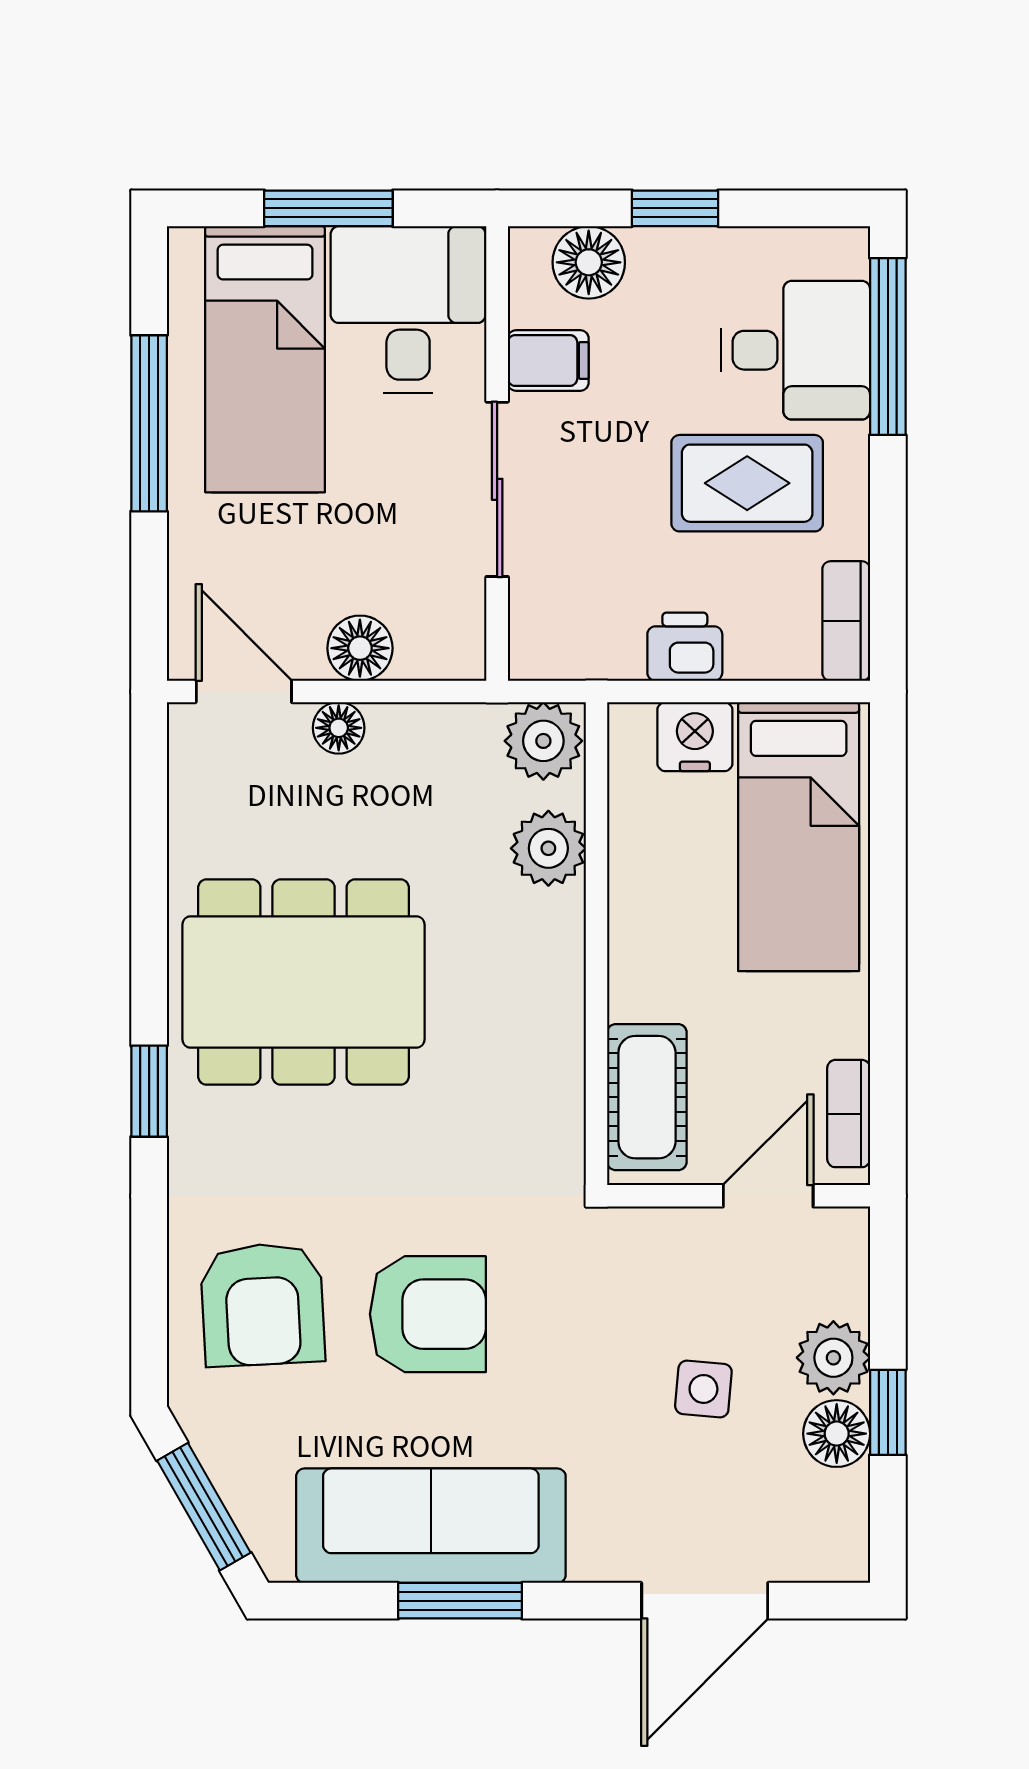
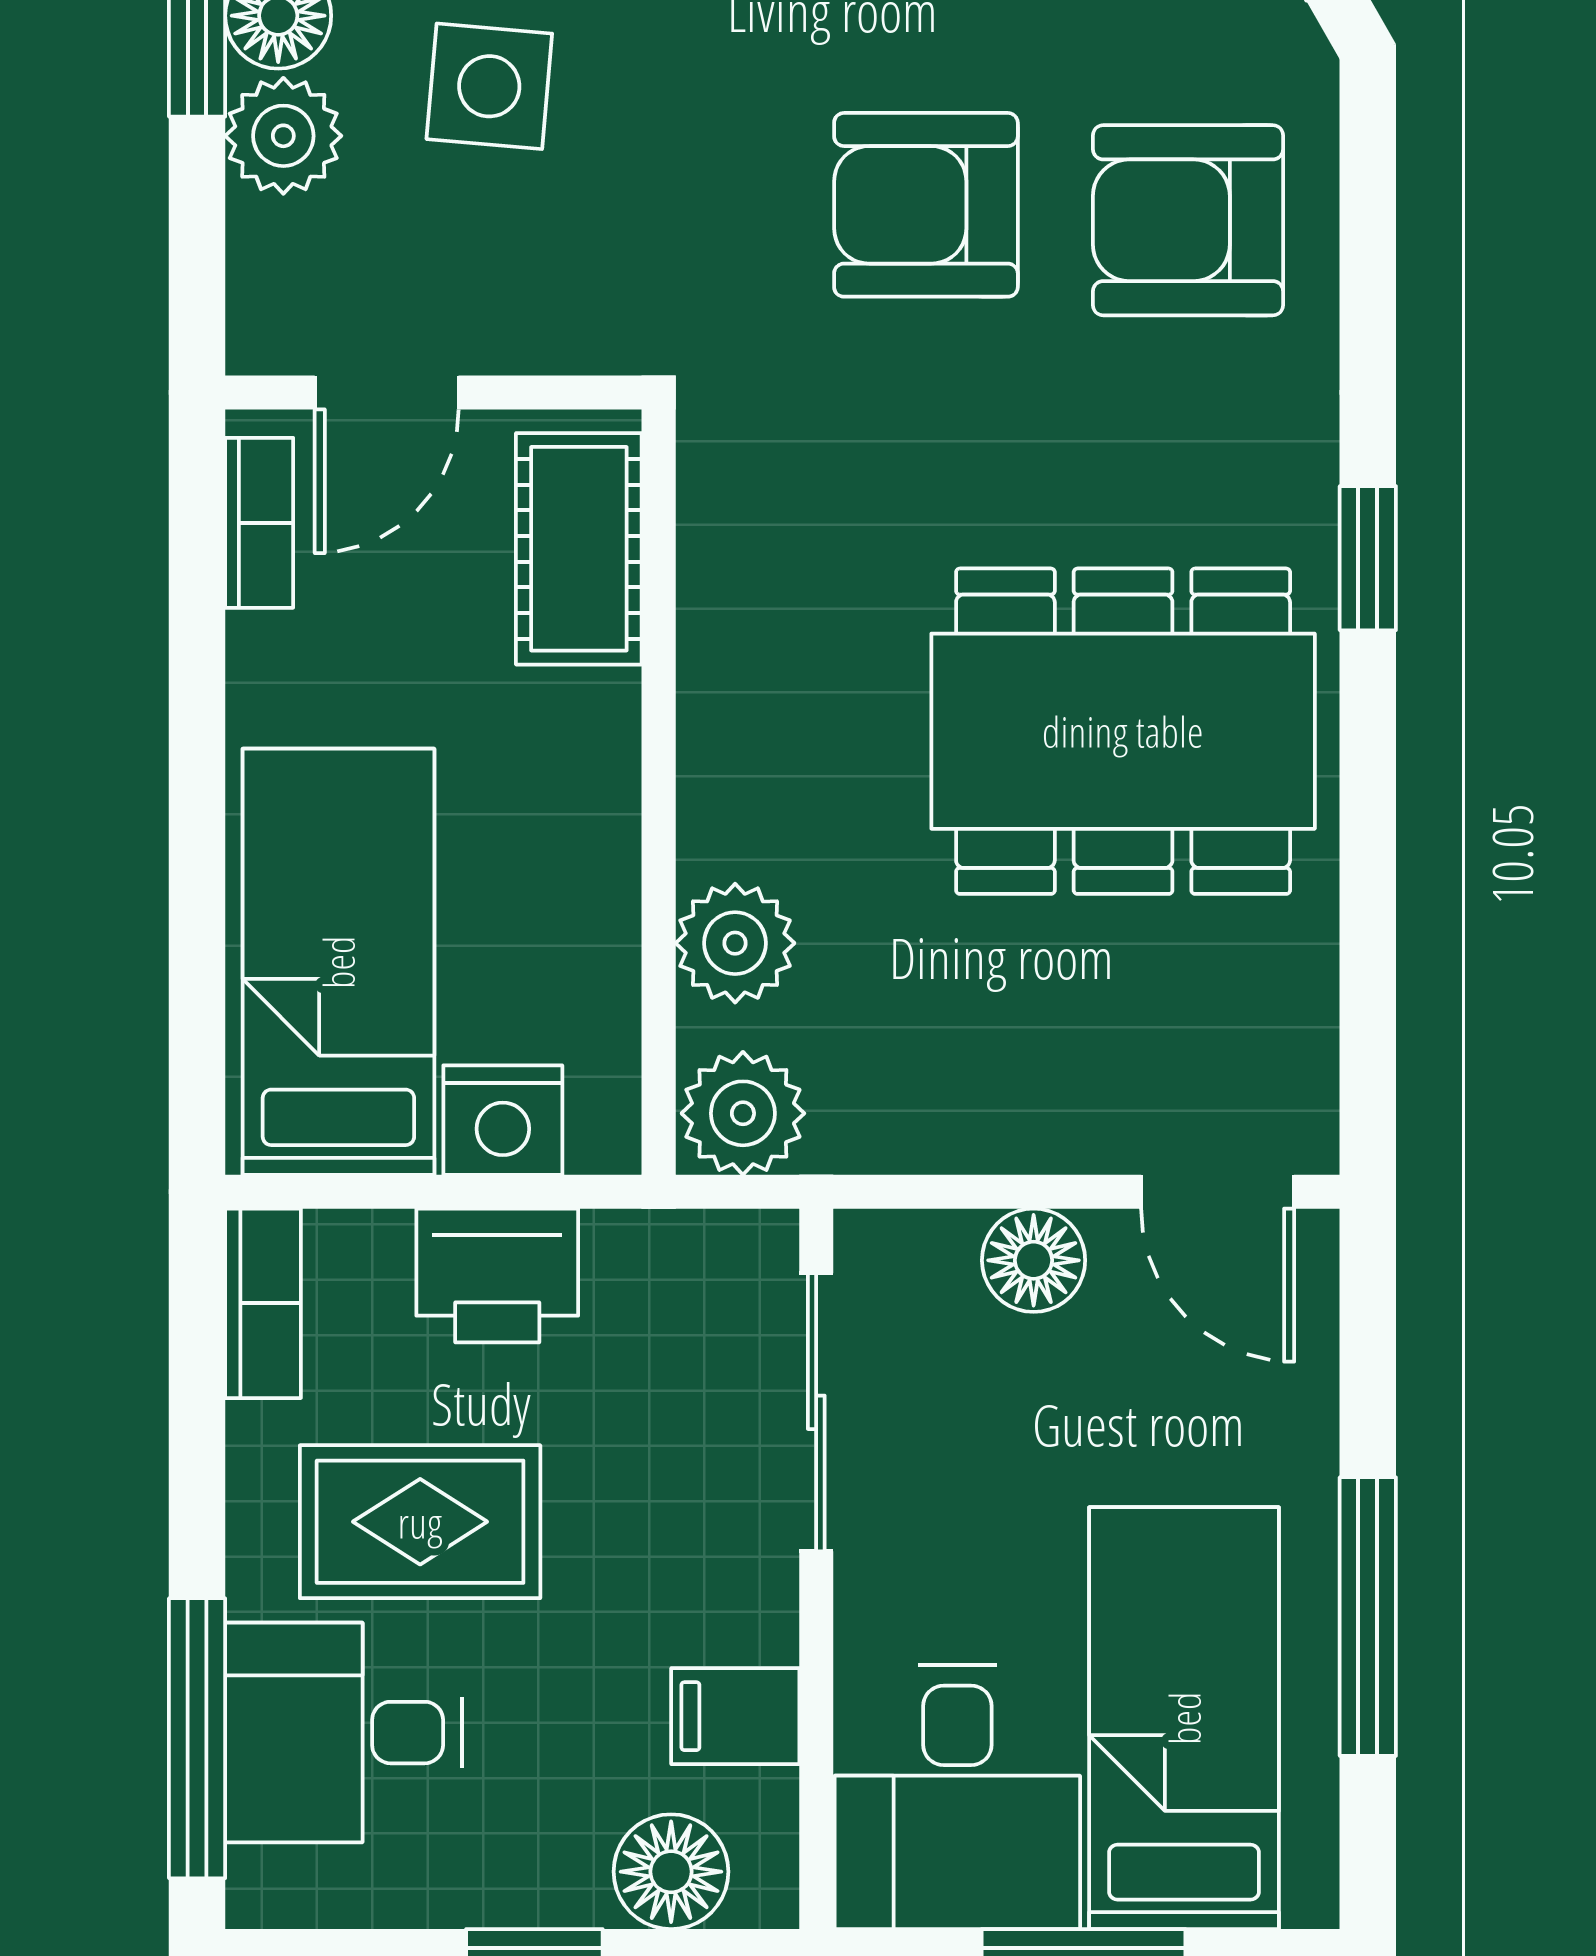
sliding door: (497, 489) -> (816, 1412), moved
printer: (685, 647) -> (497, 1276), width x1.36, depth x1.24
floor lamp: (339, 728) -> (1067, 1134), removed
armchair: (263, 1304) -> (1188, 220), turned -87
side table: (703, 1389) -> (489, 86), width x1.37, depth x1.37

